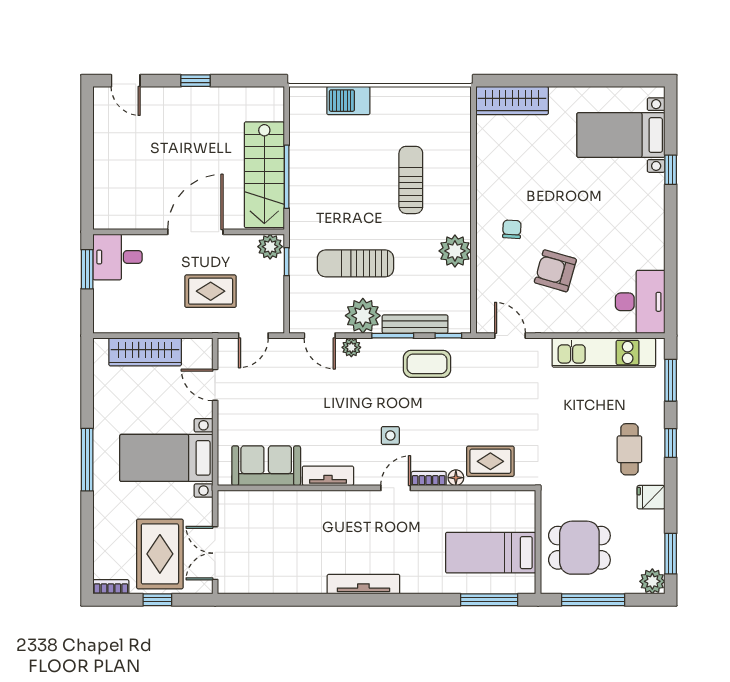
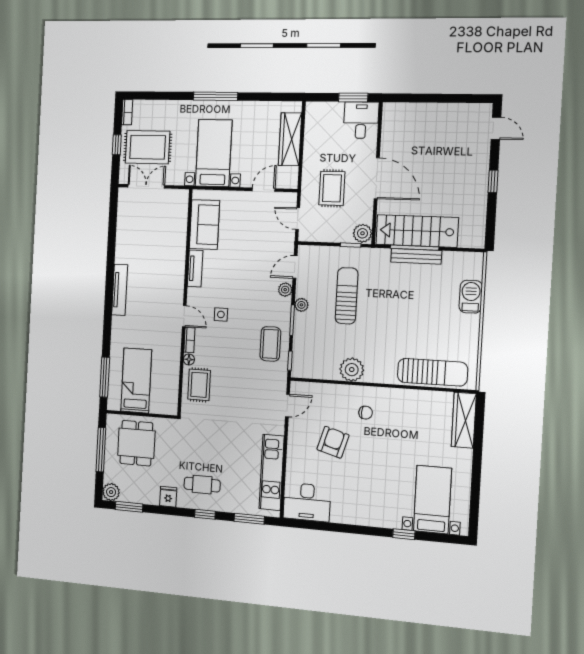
door: (126, 81) -> (496, 128), swing flipped
sun lounger: (411, 180) -> (432, 372), moved, width x1.36, depth x1.34
plant: (363, 316) -> (301, 305), width x0.53, depth x0.53
bench: (415, 324) -> (416, 256), moved, turned 90

